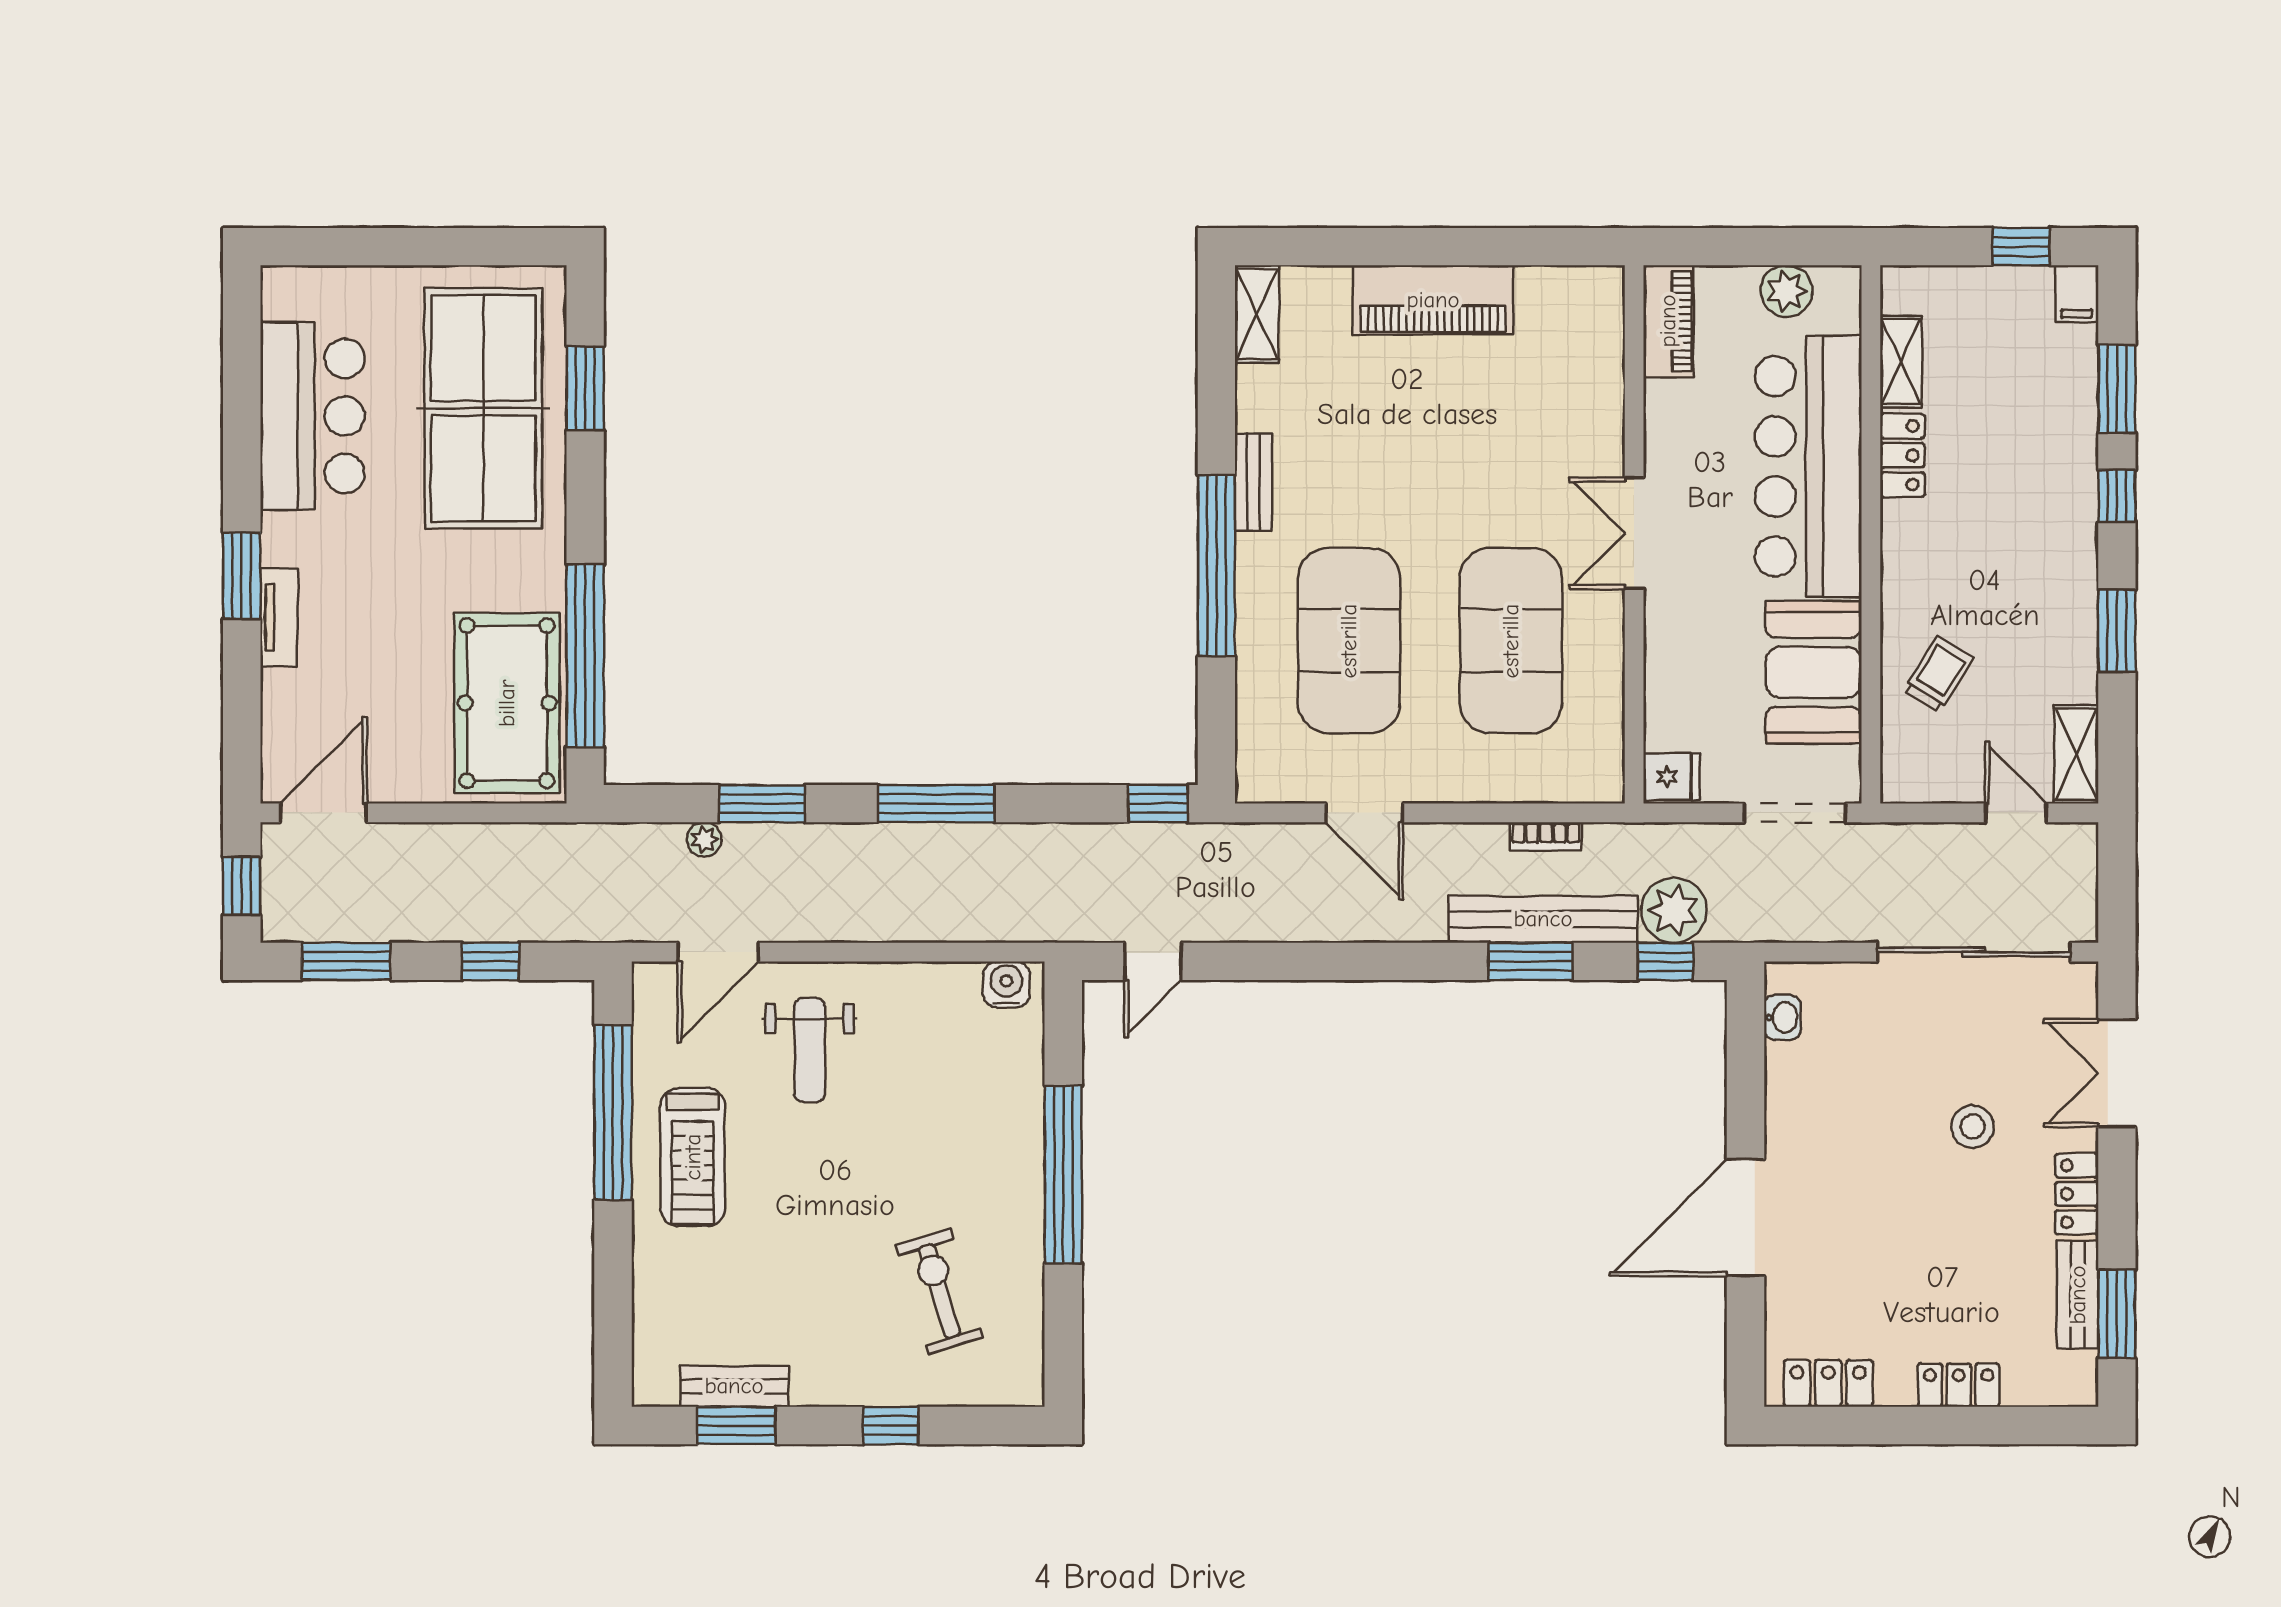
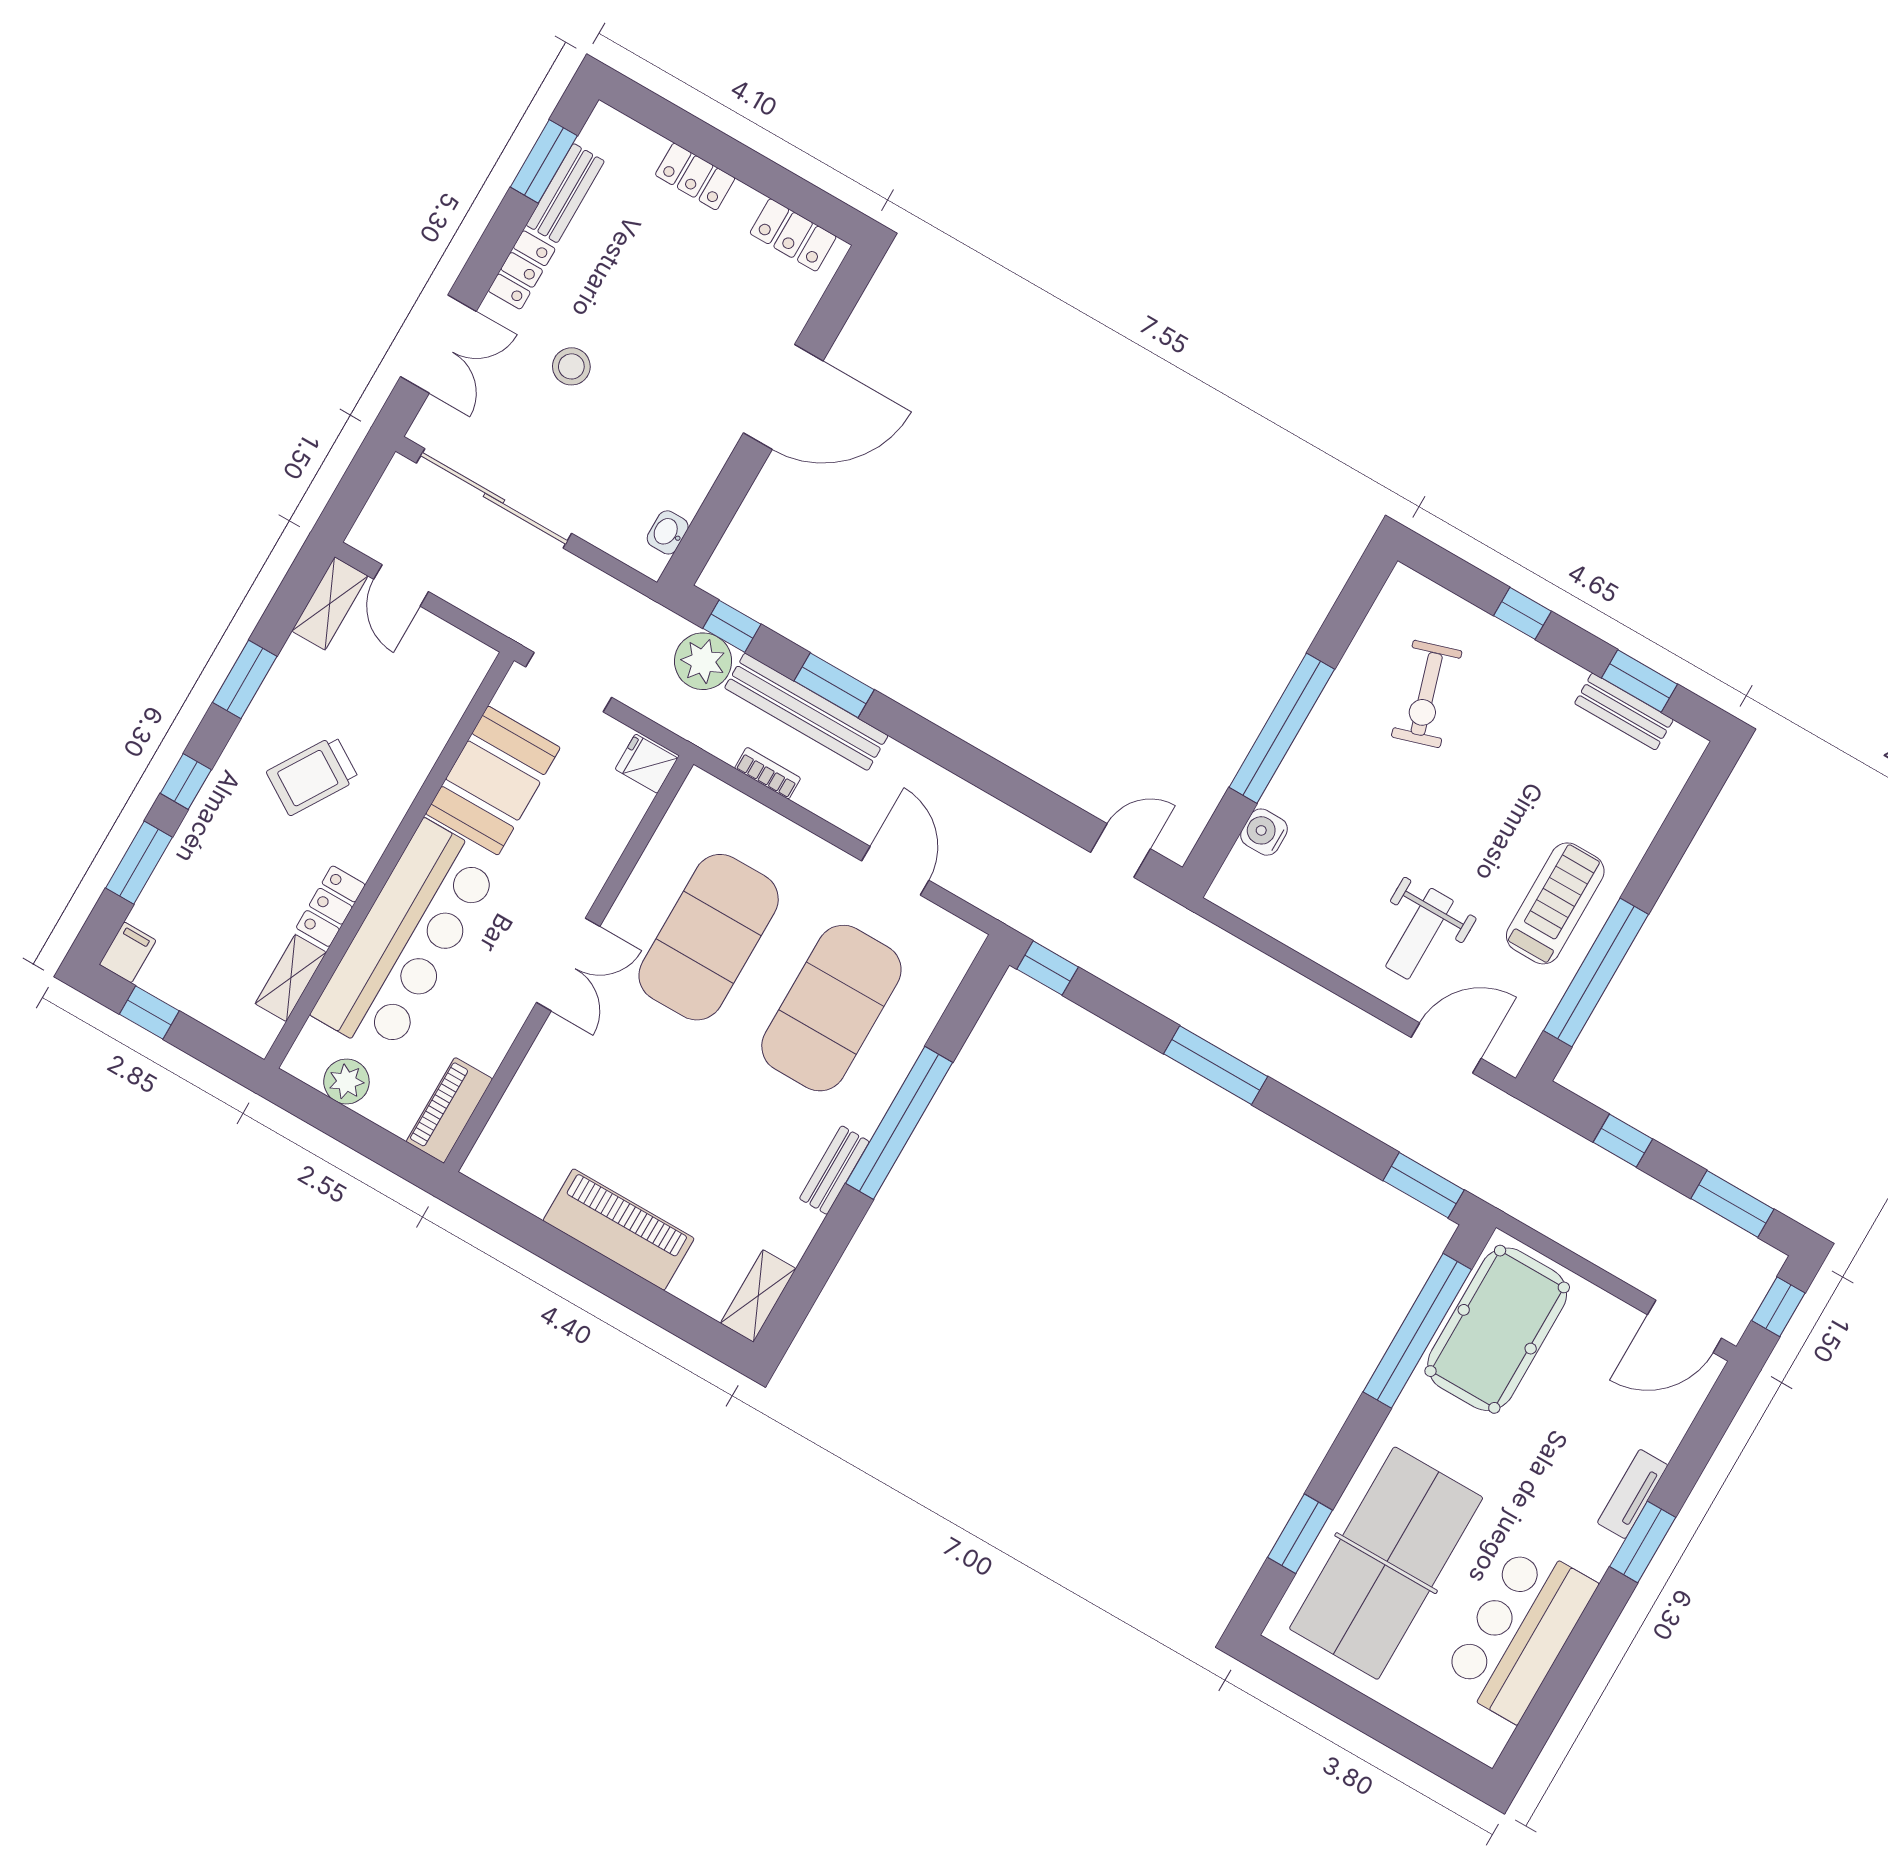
trolley: (1938, 674) -> (313, 775), moved, width x1.36, depth x1.39
window: (762, 804) -> (1424, 1185), moved
plant: (704, 839) -> (1407, 1140), removed
water cooler: (1006, 985) -> (1264, 832), moved, turned 90
weight bench: (810, 1050) -> (1420, 934), turned 180

